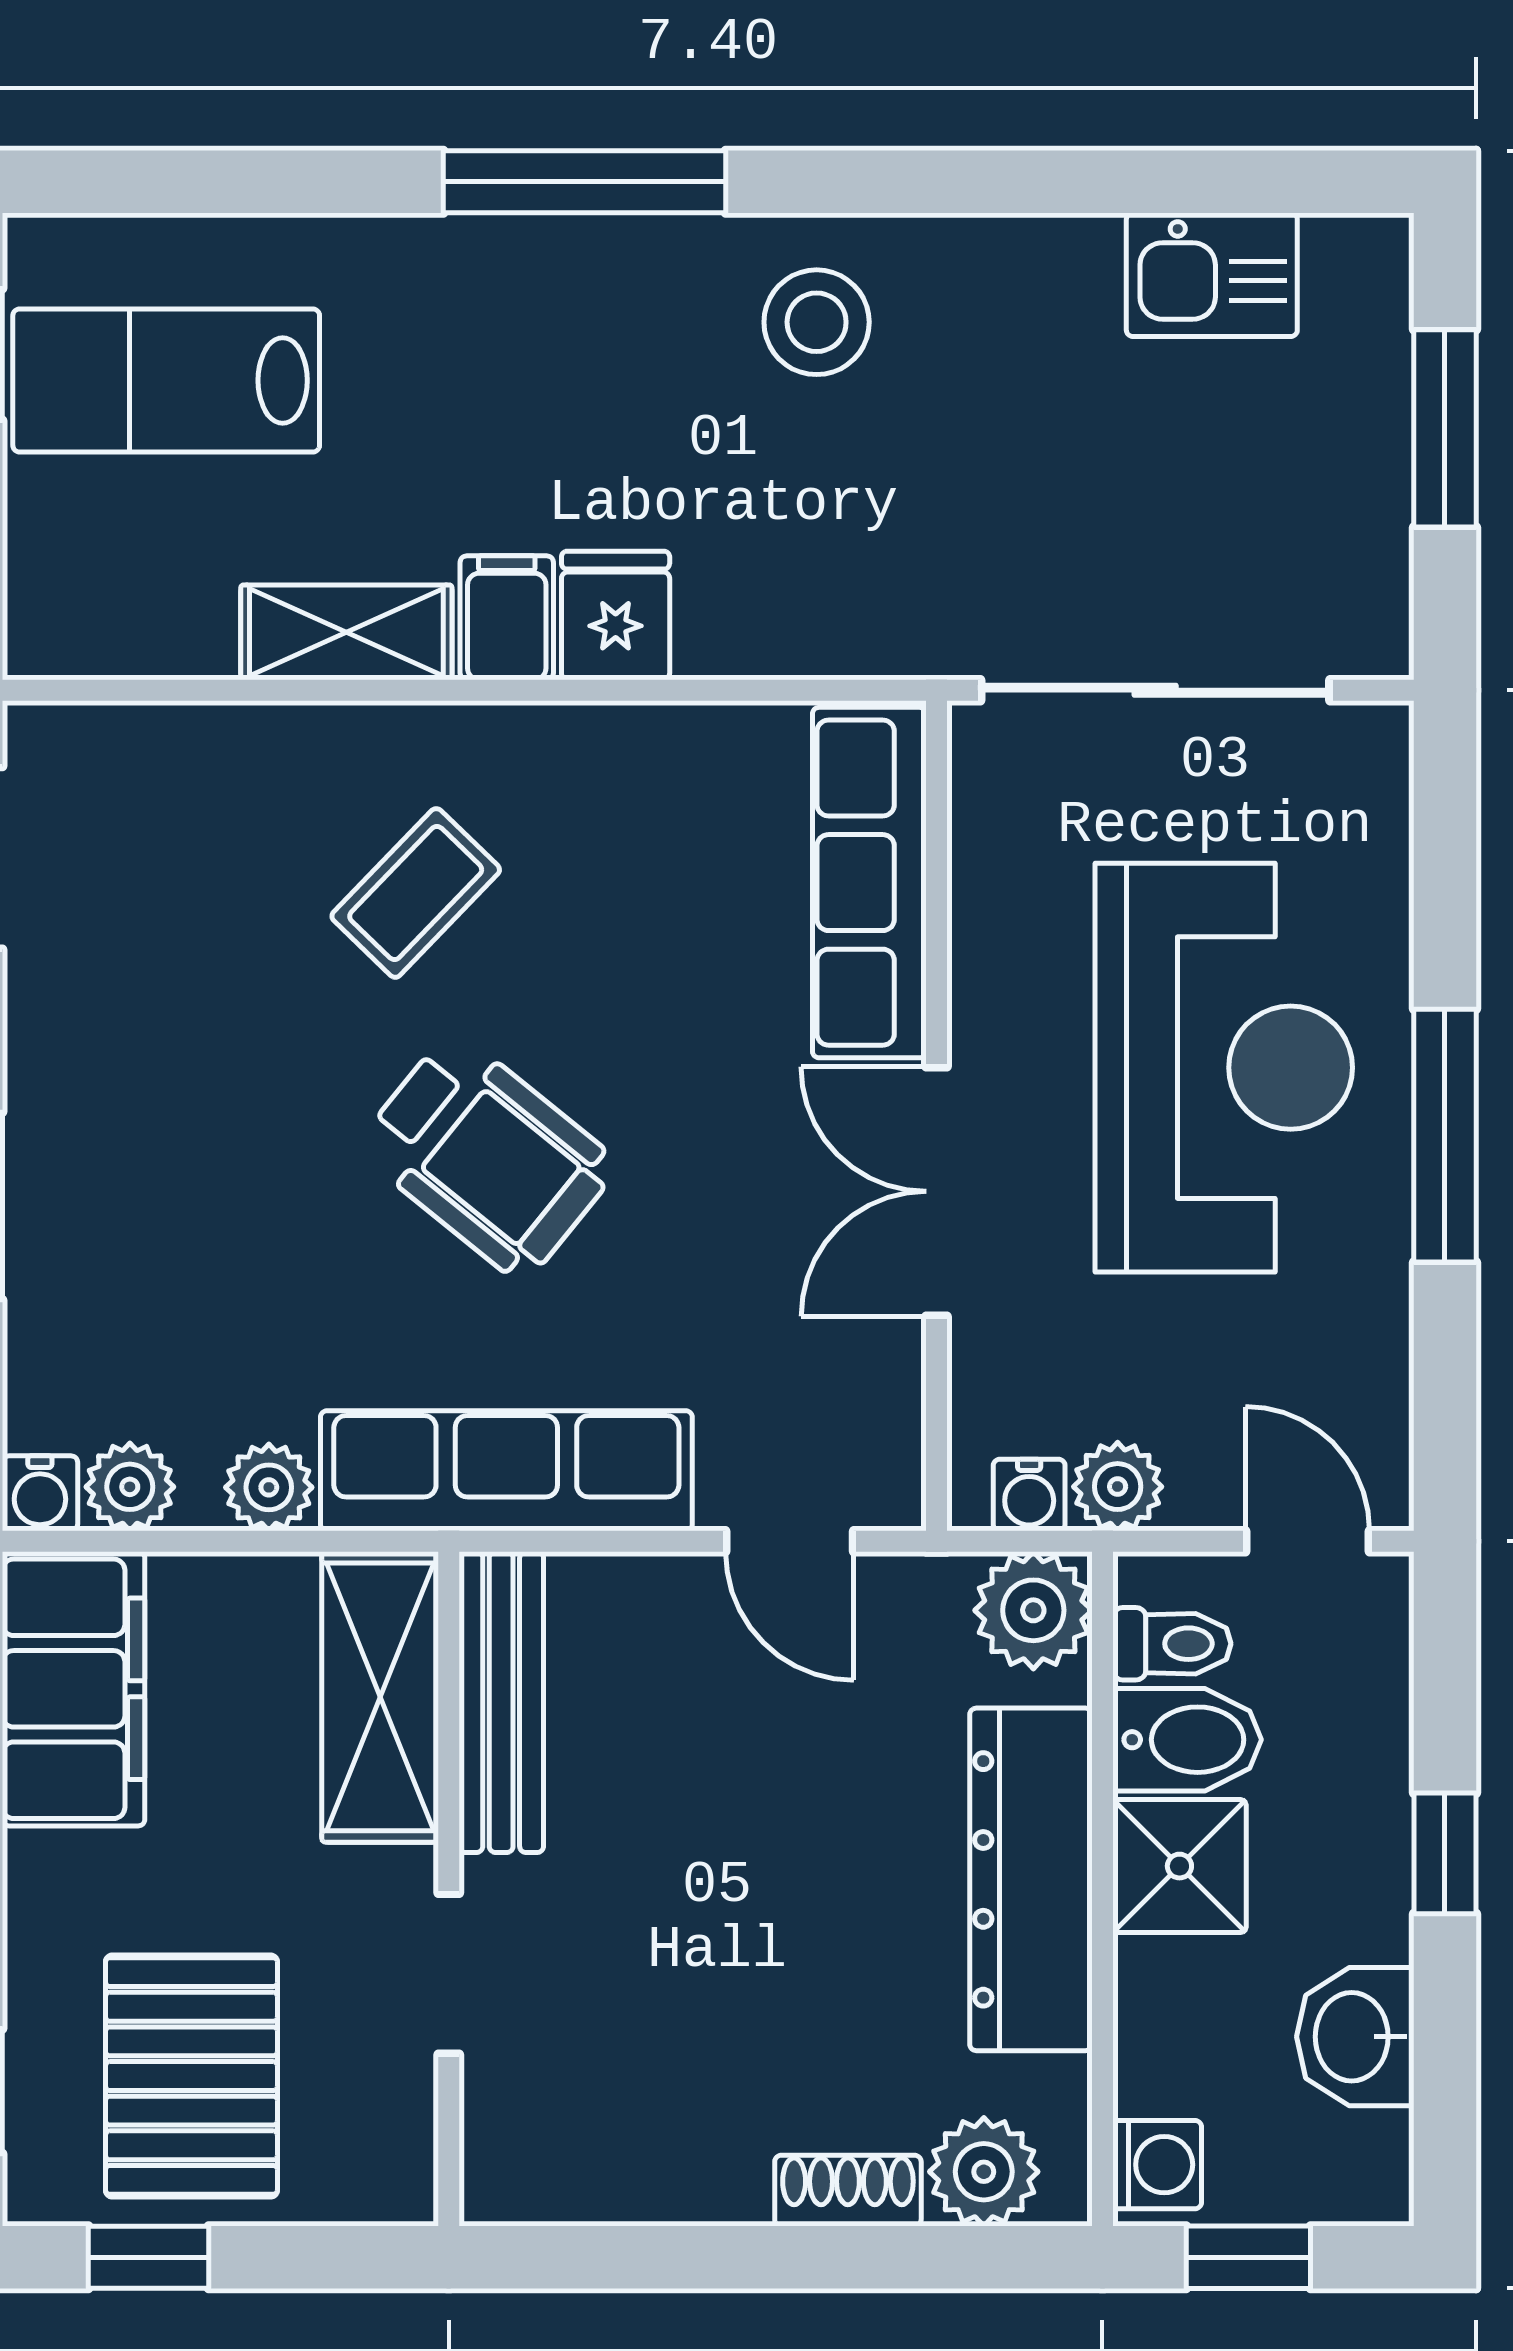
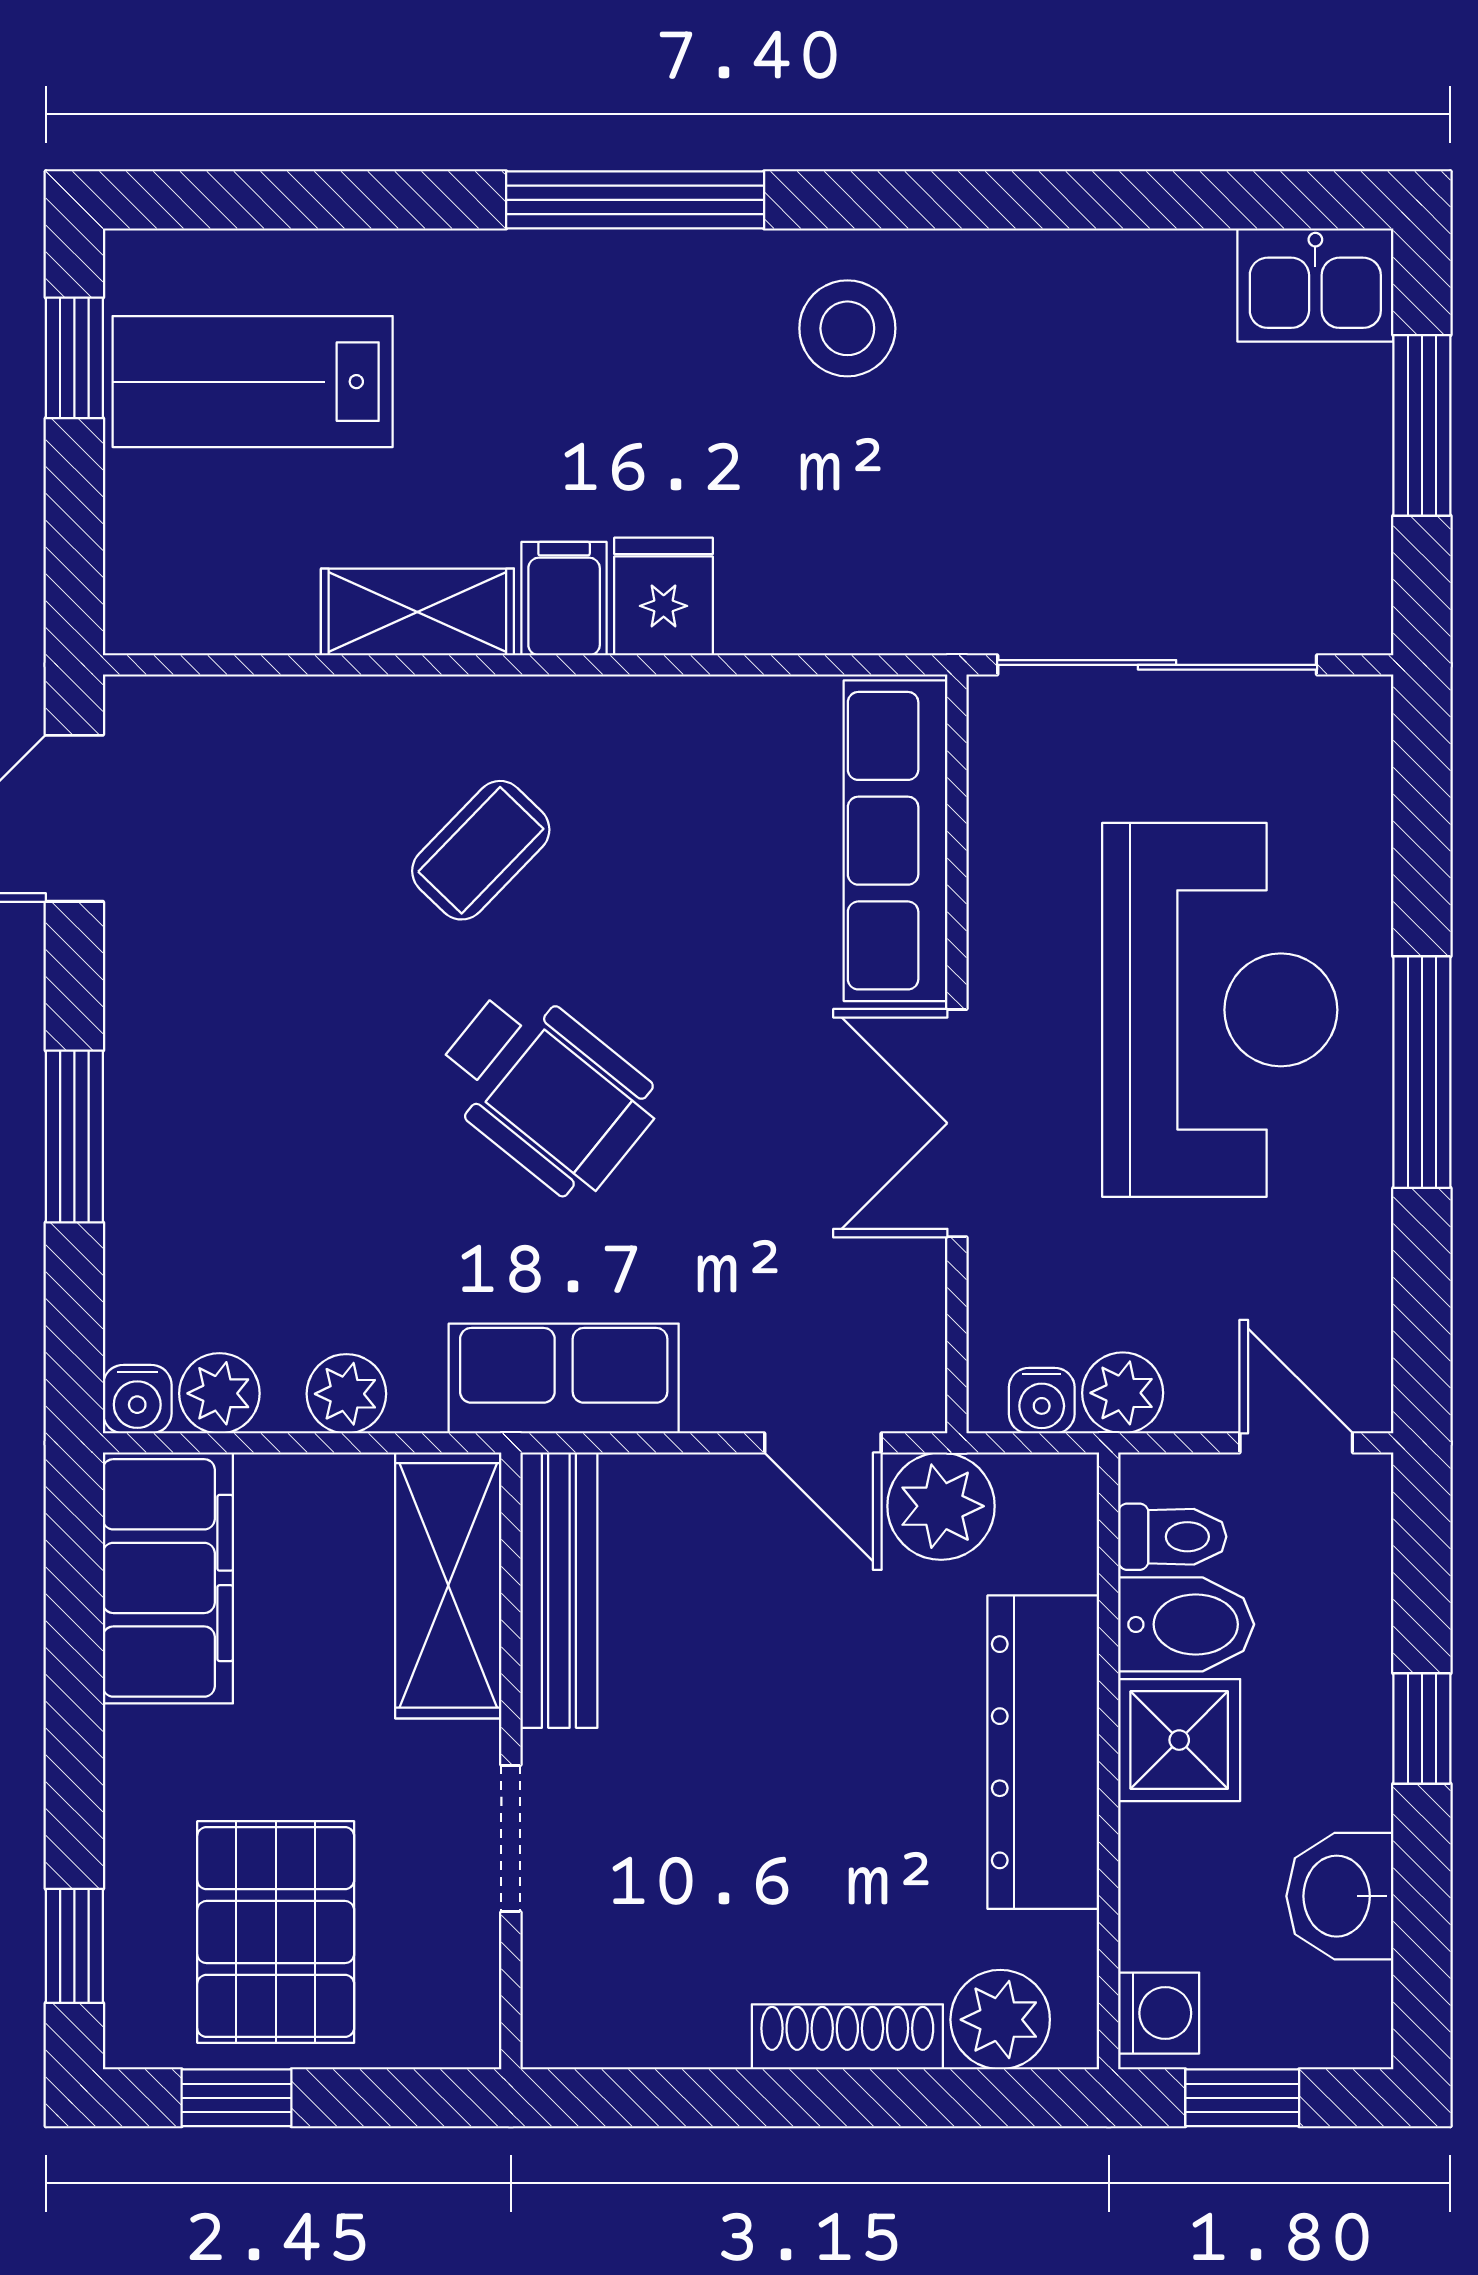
kitchen sink: (1212, 275) -> (1315, 285), moved
row of seats: (506, 1471) -> (564, 1378), width x0.68
plant: (1033, 1610) -> (941, 1506), moved
shoe rack: (848, 2191) -> (847, 2037), width x1.43

